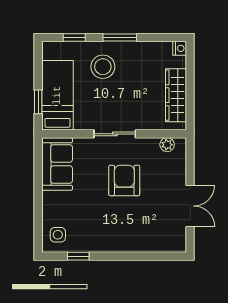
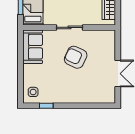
plant: (167, 145) -> (103, 34), removed
armchair: (124, 180) -> (76, 57), turned -65

